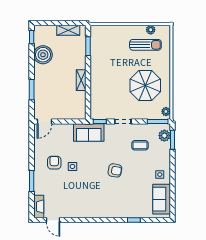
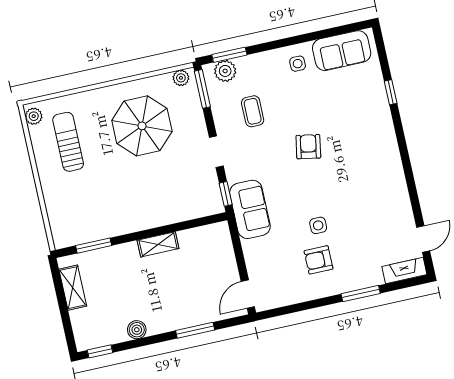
plant: (151, 30) -> (34, 116), moved
boiler: (43, 55) -> (137, 330), width x0.54, depth x0.54
door: (44, 122) -> (248, 294), swing flipped

